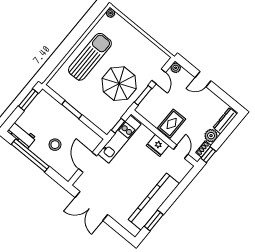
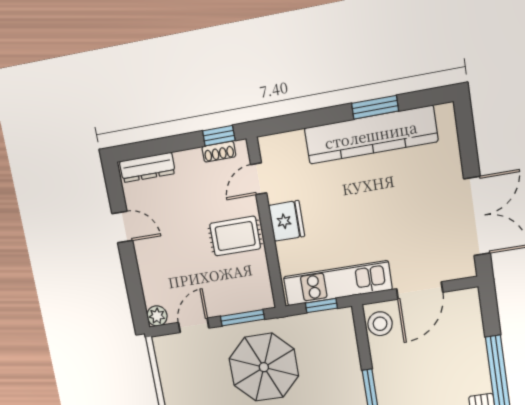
door: (203, 79) -> (122, 227), moved
plant: (211, 136) -> (189, 163), removed
stool: (55, 145) -> (380, 324), moved
window: (154, 220) -> (375, 107), moved

